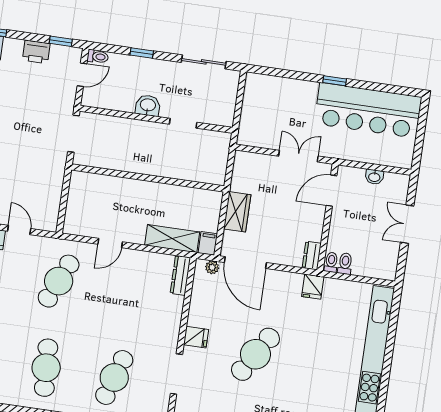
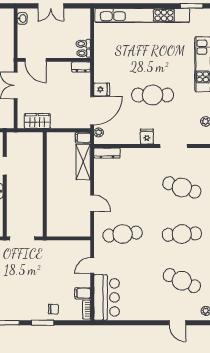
washbasin: (374, 177) -> (22, 18), moved
wardrobe: (237, 212) -> (37, 121), moved
cafe table: (59, 281) -> (123, 234), turned -30
fridge: (313, 287) -> (102, 89), moved
cafe table: (255, 354) -> (153, 95), turned -32

